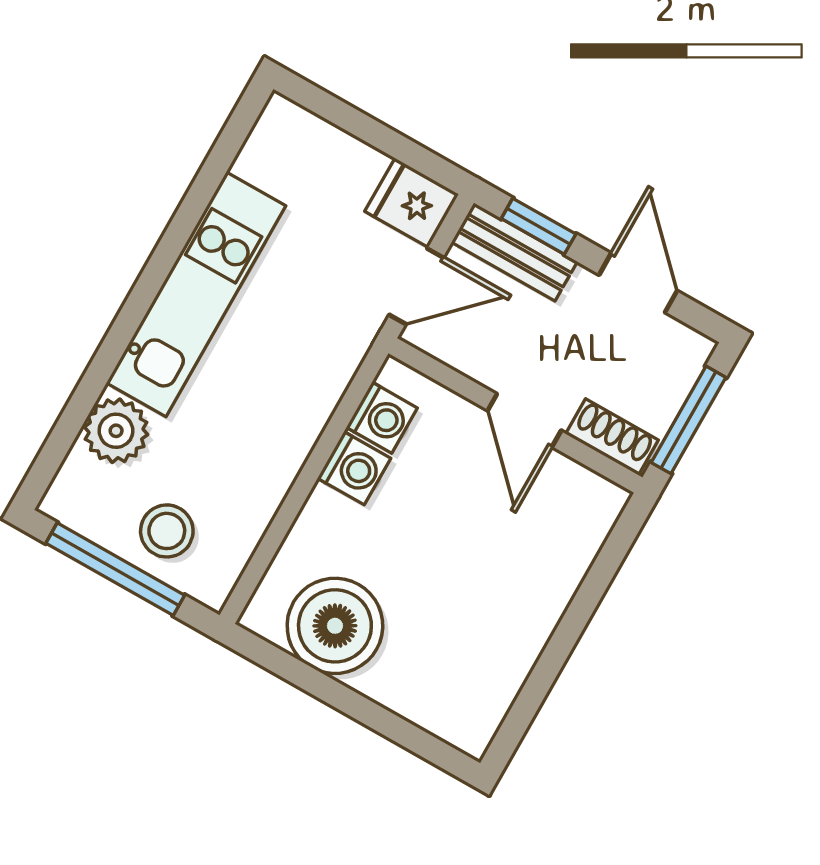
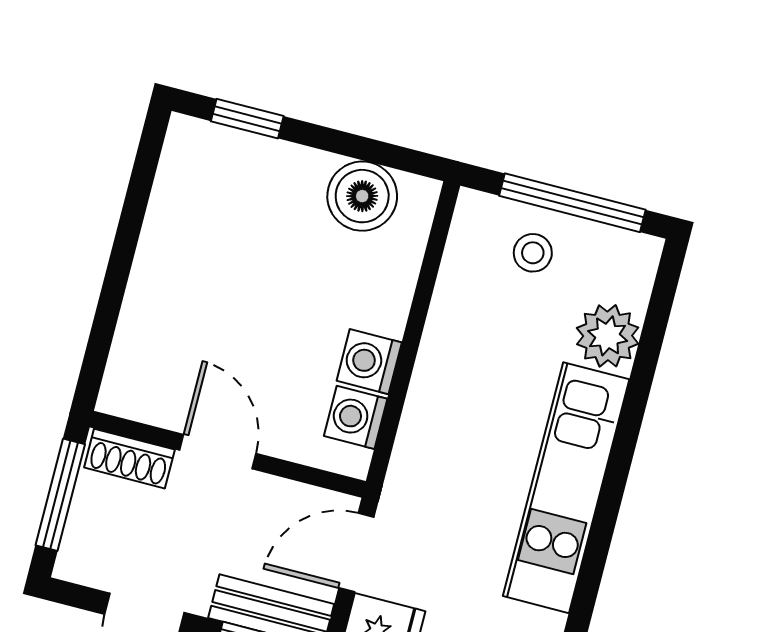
stool: (167, 531) -> (533, 253), width x0.73, depth x0.73
boiler: (335, 626) -> (362, 196), width x0.73, depth x0.73
window: (409, 736) -> (247, 119), added

